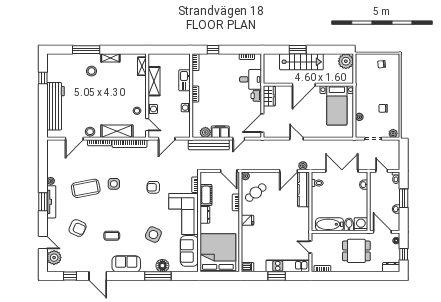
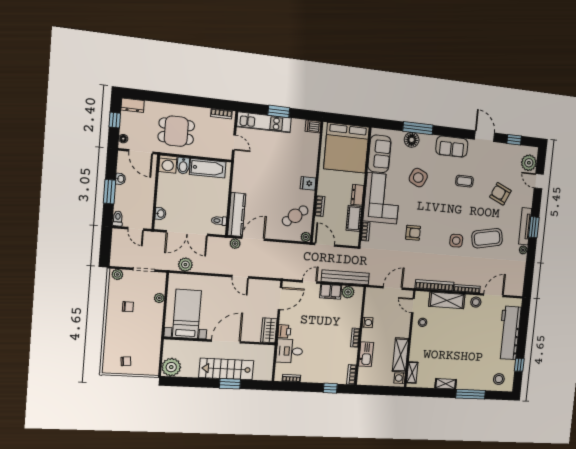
stool: (91, 71) -> (499, 379), moved
washing machine: (153, 109) -> (400, 378), moved
plant: (341, 145) -> (185, 265), added

